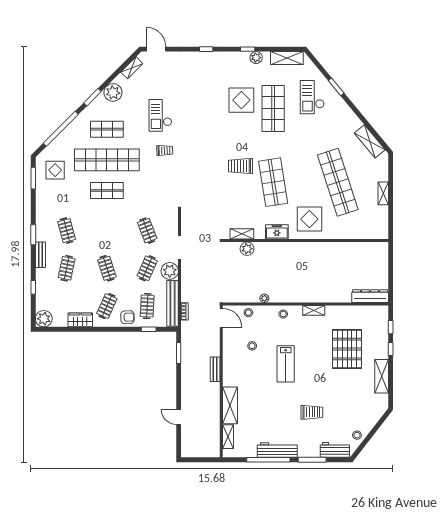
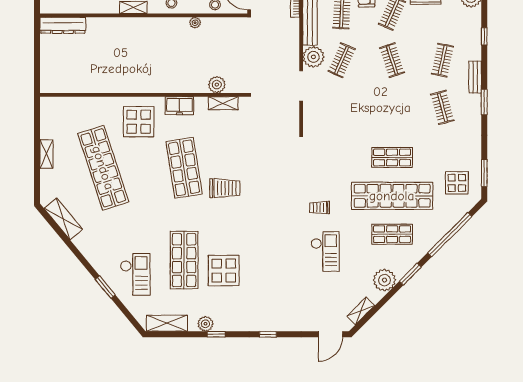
door: (156, 49) -> (330, 334), hinge flipped
clothes rail: (147, 231) -> (342, 107), removed

